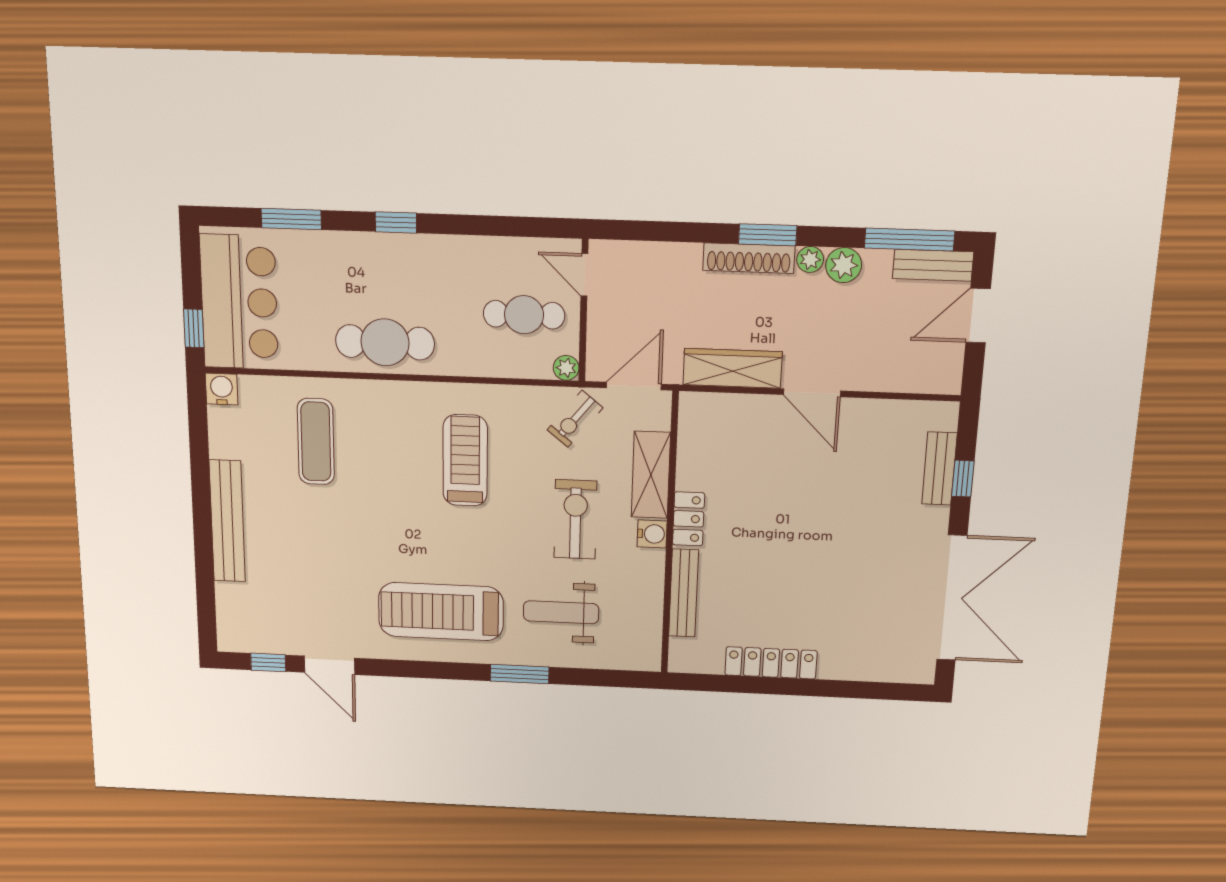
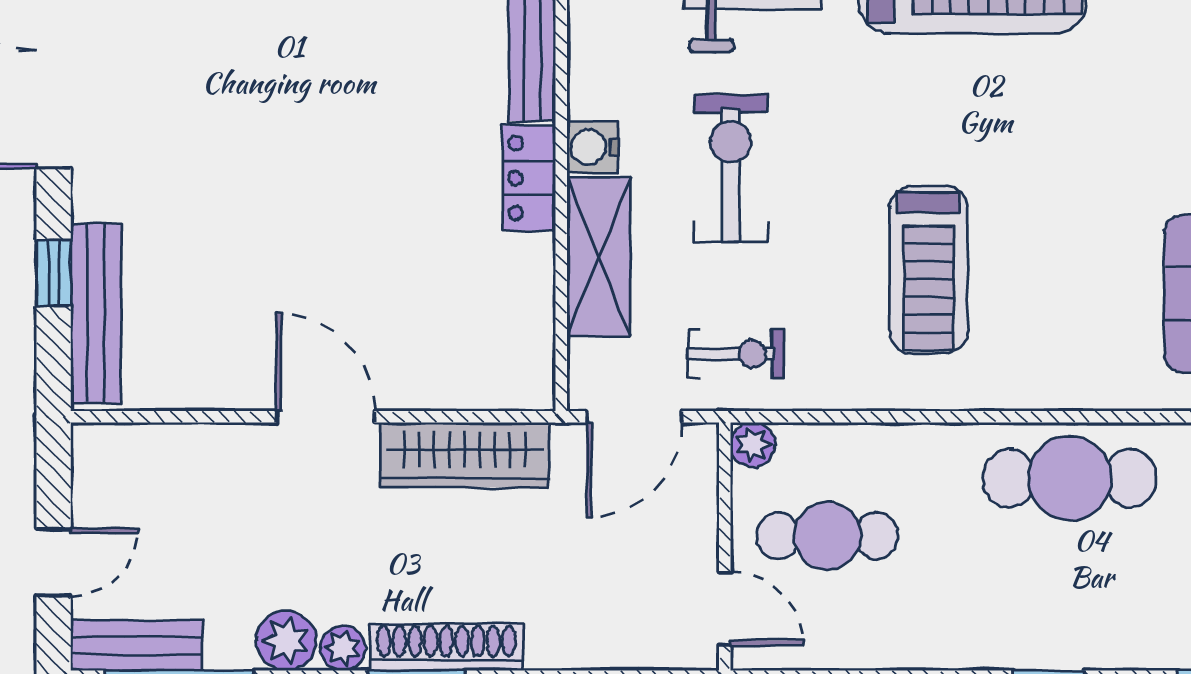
door: (978, 316) -> (54, 562), width x0.73
exercise bike: (575, 419) -> (735, 354), turned 51
bench: (939, 469) -> (96, 313), width x1.36
exercise bike: (575, 519) -> (730, 168), turned 180

